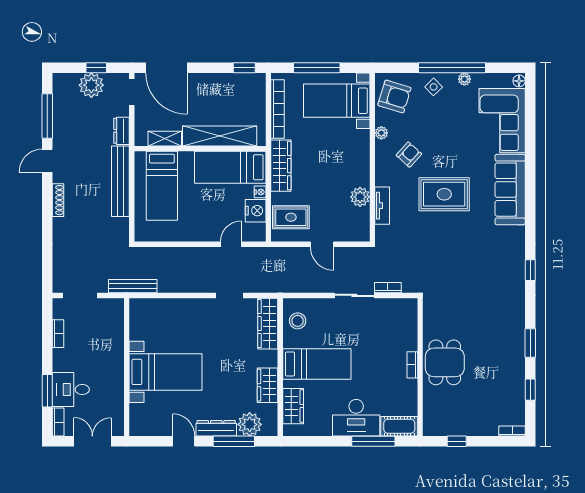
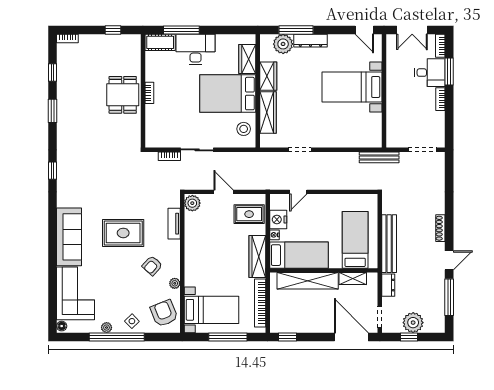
armchair: (394, 96) -> (164, 313), turned 51
plant: (360, 197) -> (192, 203), moved
wardrobe: (268, 324) -> (268, 113), moved
bookcase: (58, 334) -> (440, 99), moved
bed: (317, 364) -> (228, 94), width x1.50
door: (184, 441) -> (364, 30), moved

